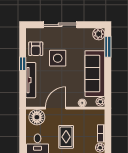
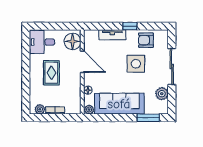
plant: (99, 34) -> (162, 94), moved
tv unit: (31, 80) -> (112, 35), width x0.71
rug: (66, 137) -> (51, 73), turned 90

